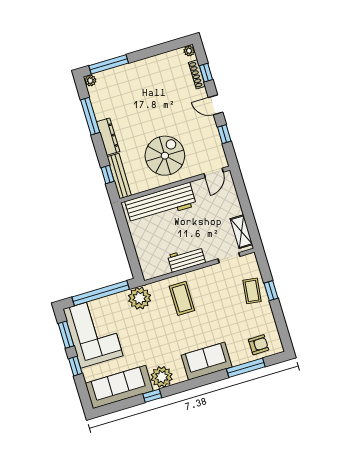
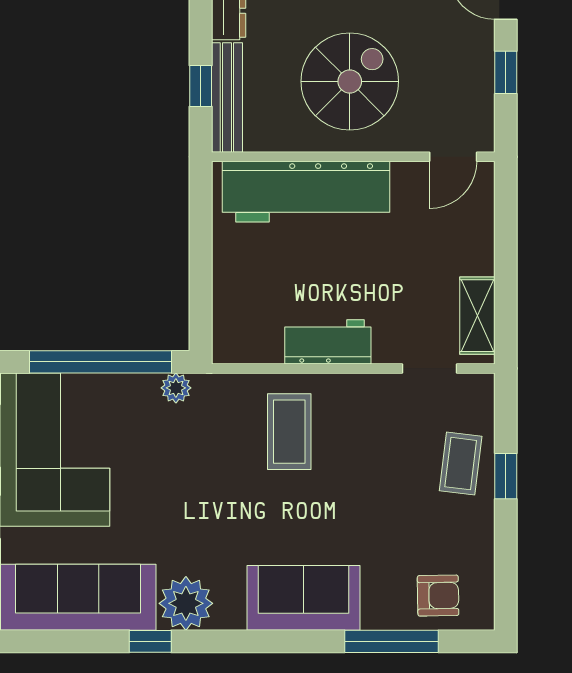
plant: (140, 298) -> (176, 388), width x0.53, depth x0.53

